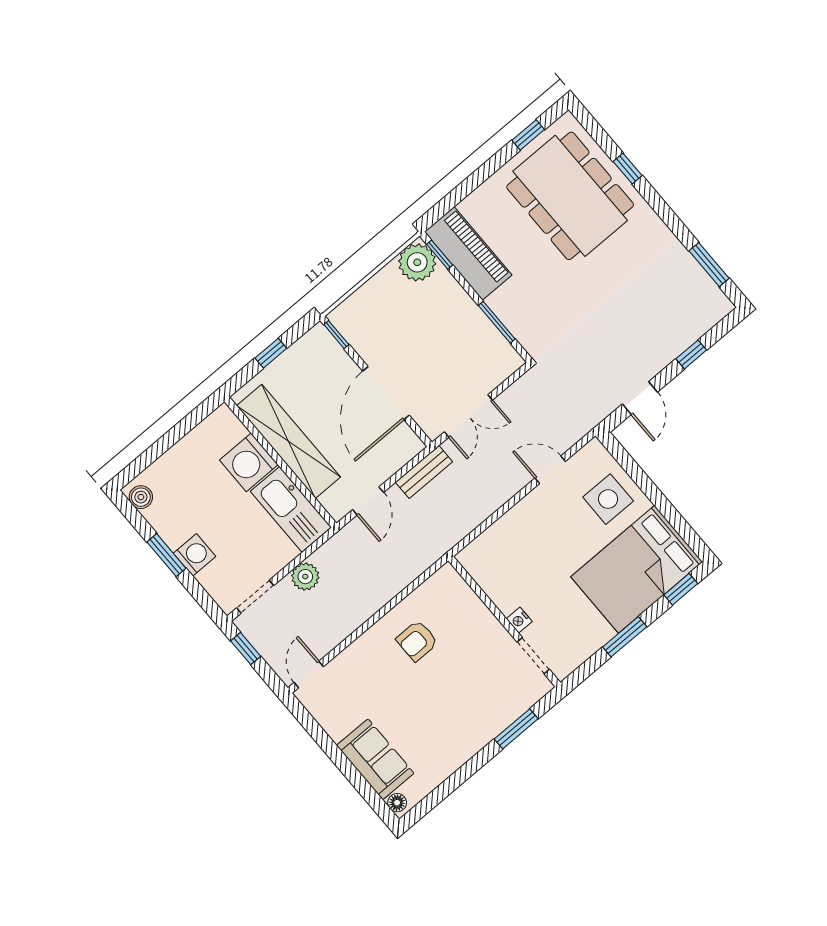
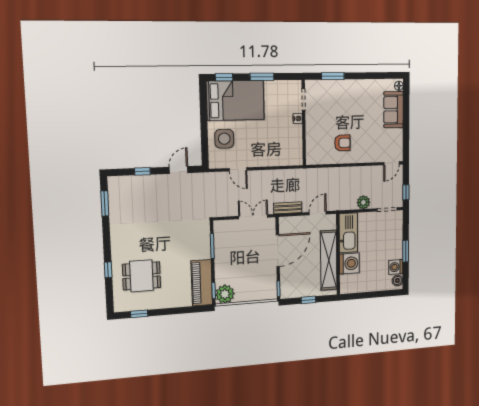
dining table: (570, 196) -> (142, 276), width x0.53, depth x0.80
washing machine: (195, 555) -> (396, 267), moved

